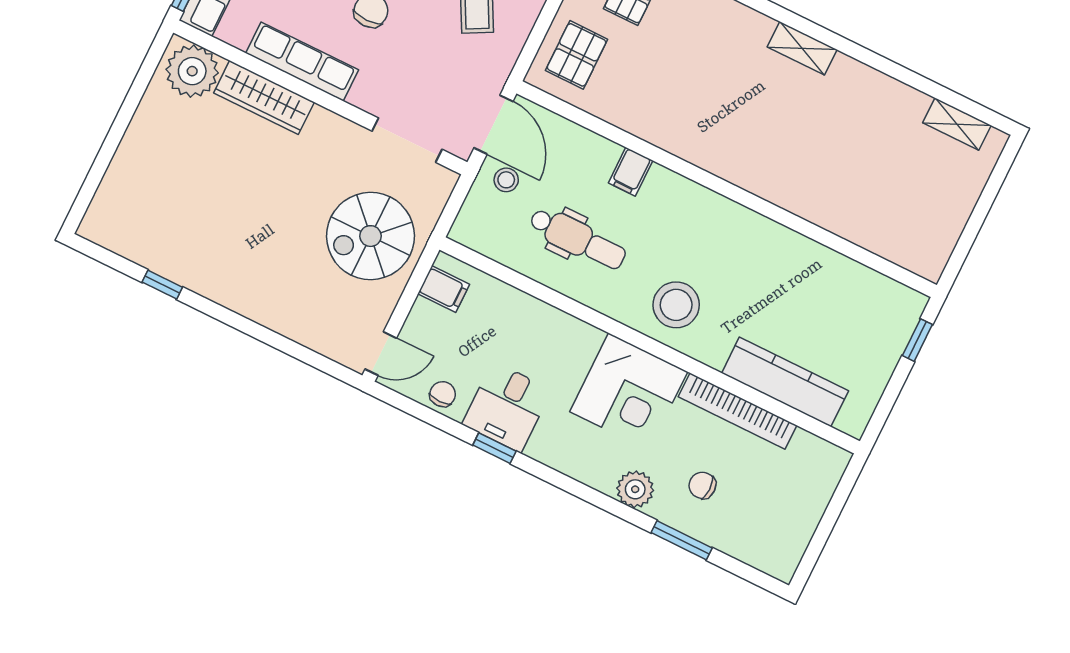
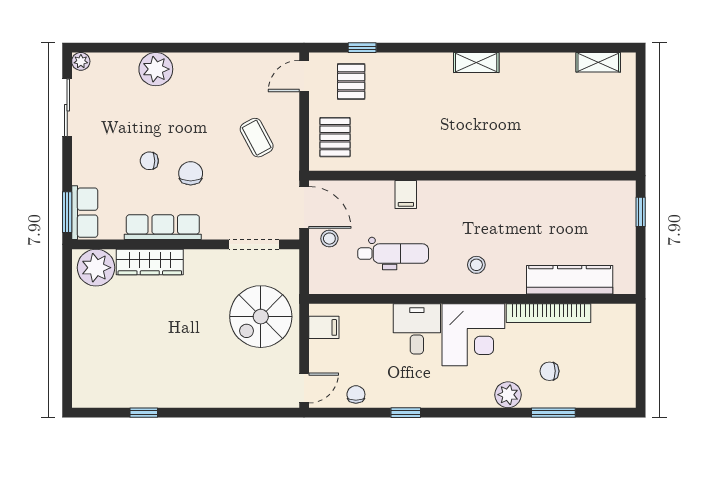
stool: (676, 305) -> (476, 265), width x0.53, depth x0.53
desk: (507, 407) -> (417, 329), moved, turned 180

